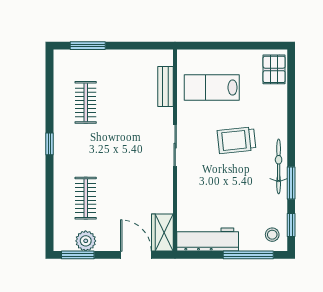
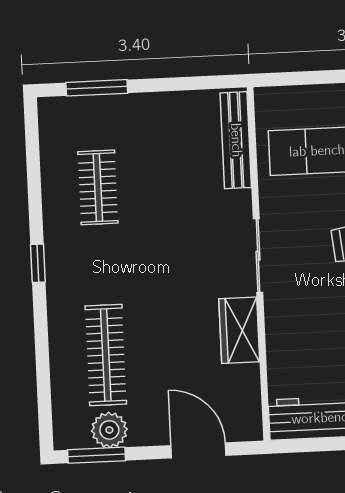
bench: (166, 86) -> (236, 140), width x1.36
clothes rail: (86, 198) -> (106, 355), width x1.36
wardrobe: (162, 233) -> (239, 330), moved

